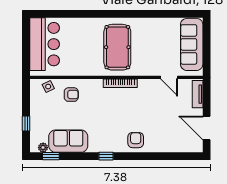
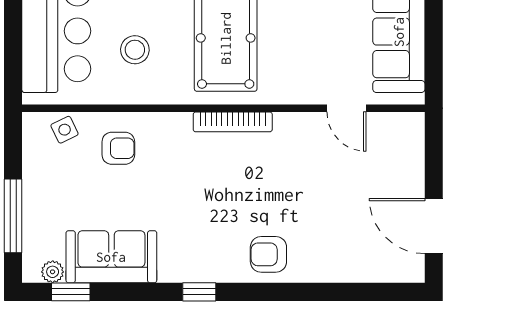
stool: (78, 52) -> (135, 50), added
tv unit: (198, 94) -> (413, 147), removed
window: (26, 124) -> (13, 216), width x2.17
armchair: (136, 140) -> (268, 254), turned -90

